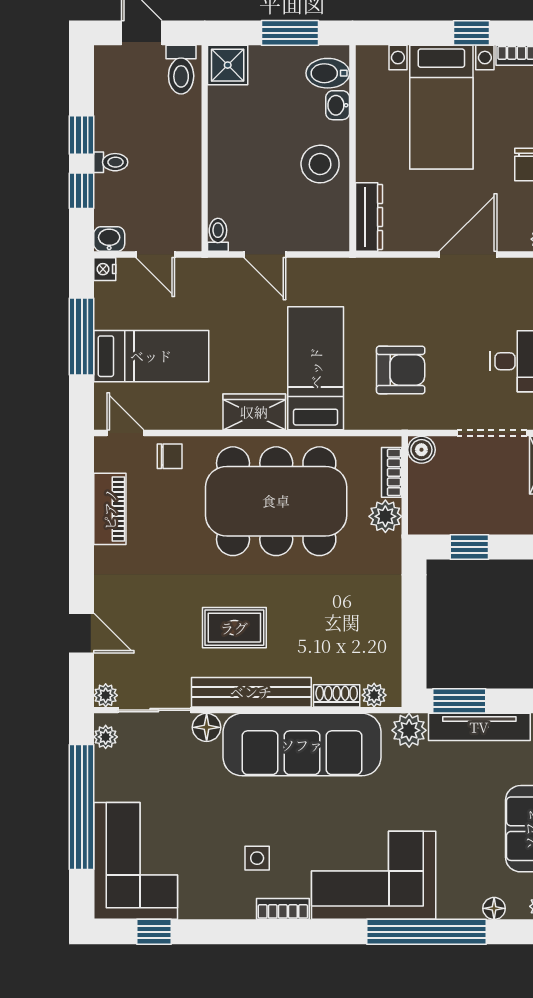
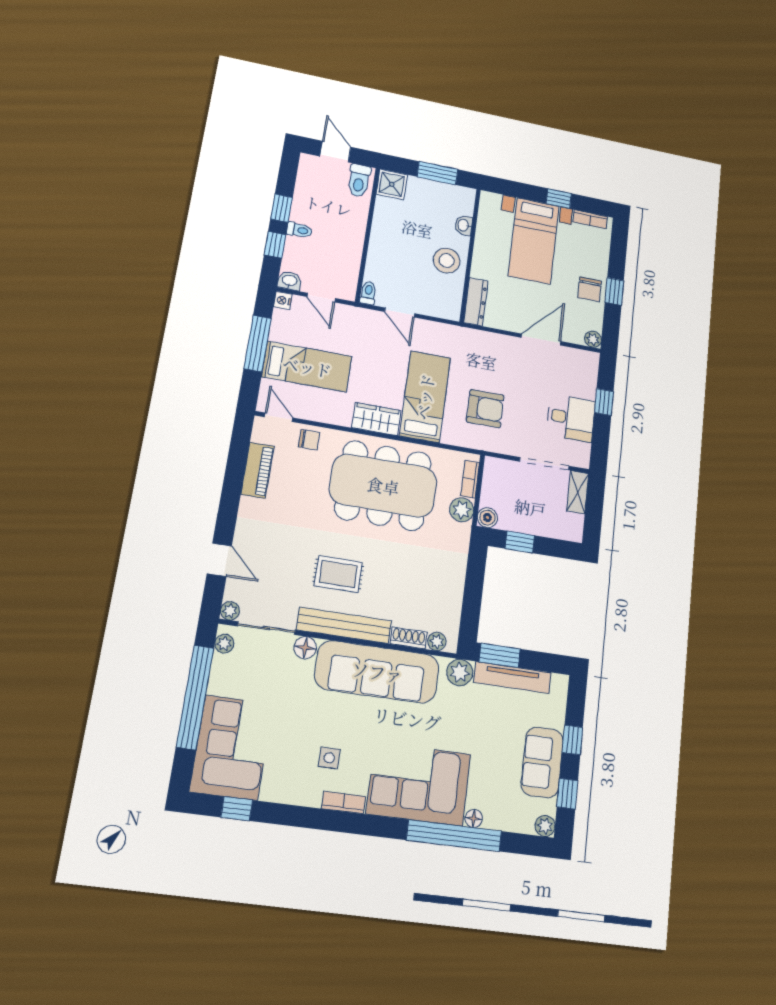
bidet: (328, 73) -> (460, 204), removed
boiler: (421, 450) -> (487, 518), moved
floor lamp: (494, 908) -> (474, 818), moved

